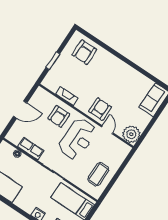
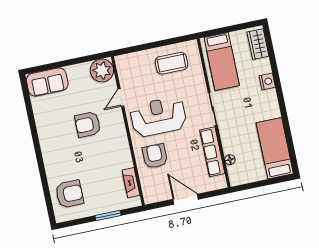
fireplace: (67, 96) -> (131, 183), moved
armchair: (100, 109) -> (88, 125), moved
armchair: (59, 116) -> (155, 156), turned -90
row of seats: (31, 149) -> (212, 152), width x1.48

